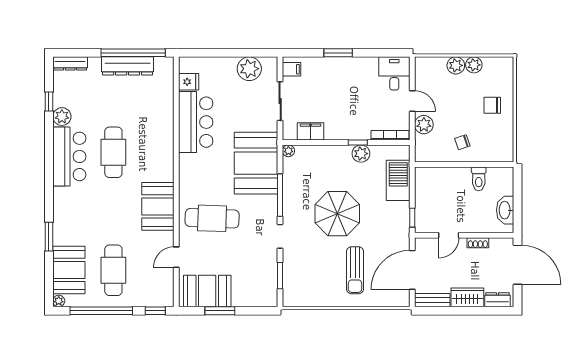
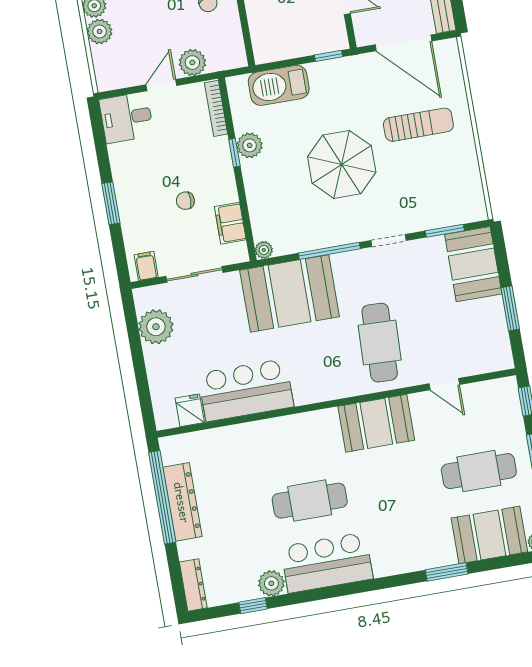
chair: (331, 104) -> (185, 201), added
booth: (207, 291) -> (473, 264), moved

